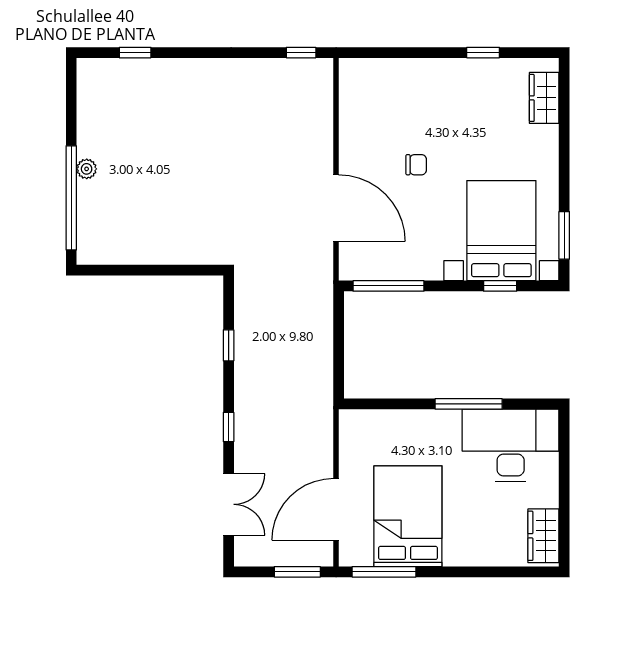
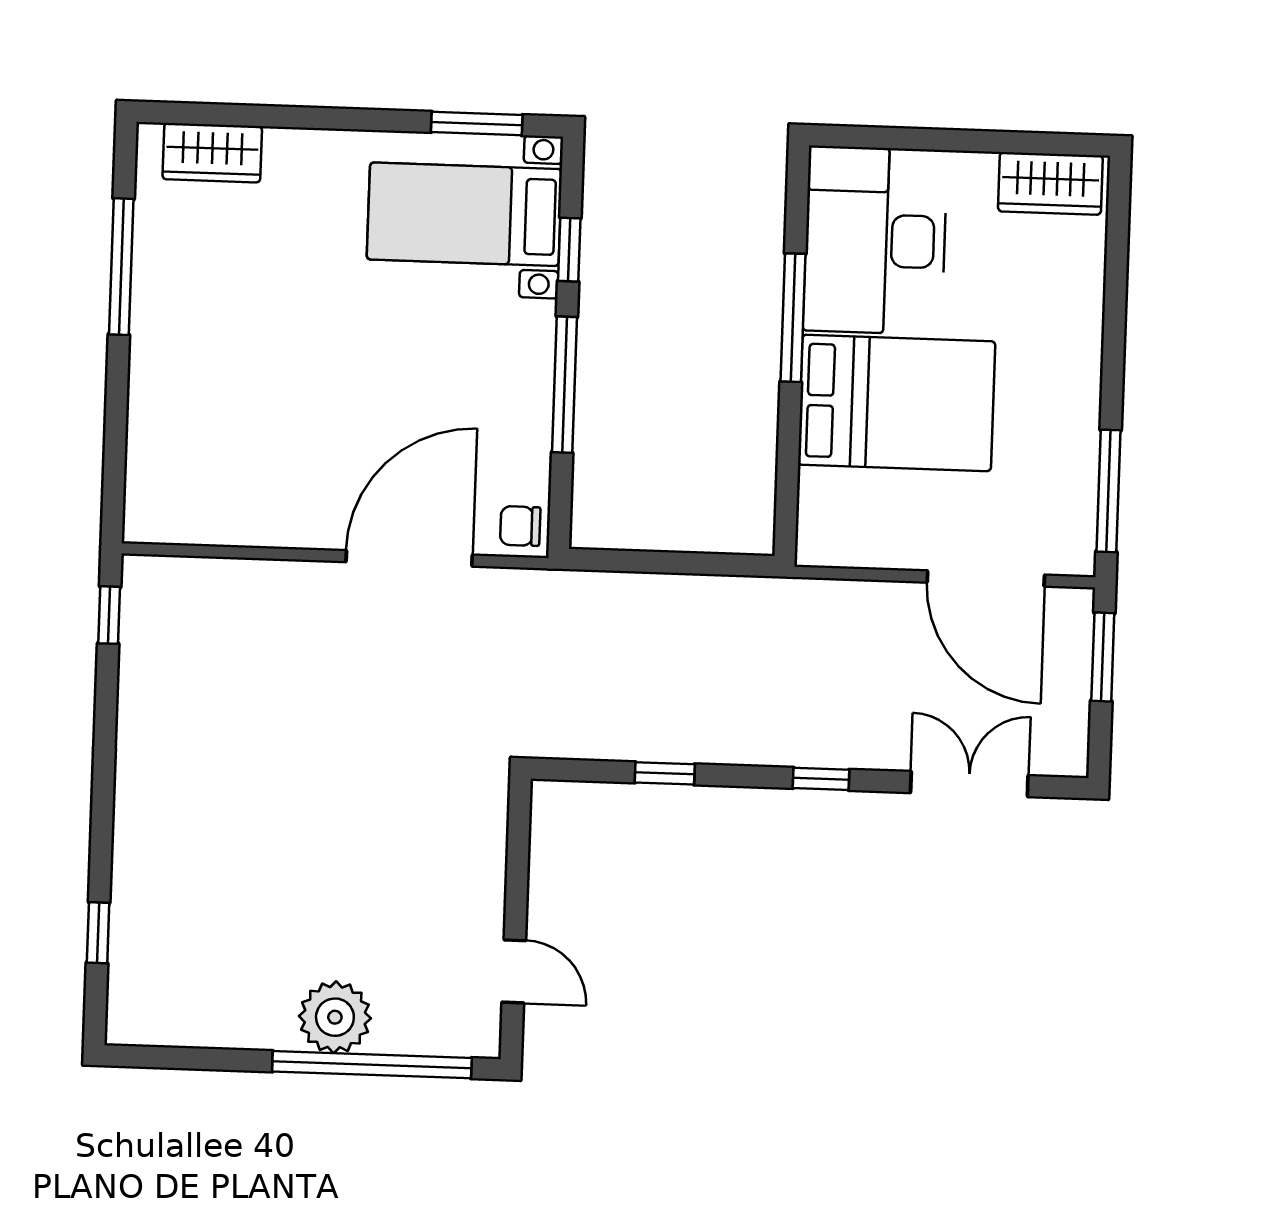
window: (483, 53) -> (121, 267), width x2.17
chair: (416, 165) -> (520, 526), moved, turned -90
plant: (87, 169) -> (335, 1017), width x1.88, depth x1.88
bed with nightstands: (501, 231) -> (464, 214), width x0.73
door: (123, 270) -> (514, 971), added
window: (388, 286) -> (564, 385), moved
bed: (408, 516) -> (897, 403), moved, turned 180

